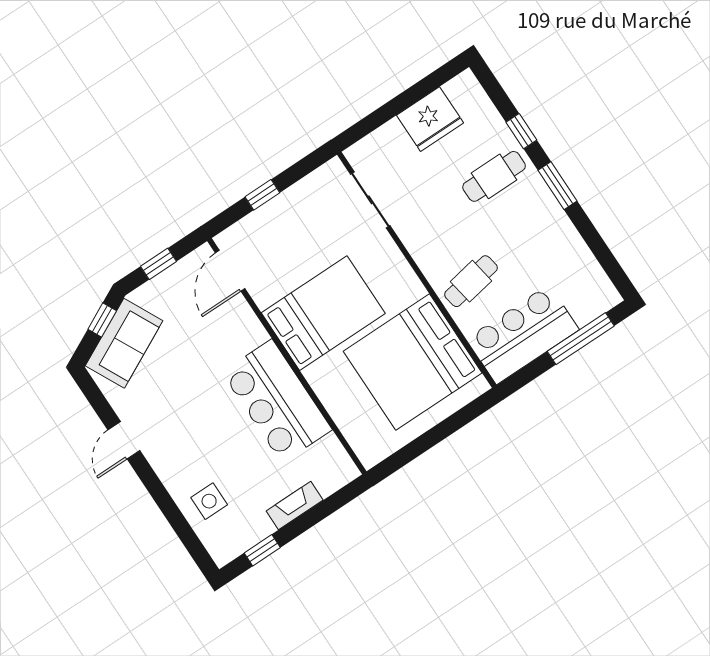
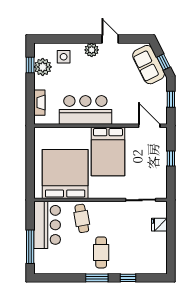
fridge: (430, 119) -> (159, 225), moved, width x0.53, depth x0.75
cafe table: (494, 176) -> (101, 252), moved
plant: (164, 460) -> (92, 50), added
fireplace: (295, 506) -> (39, 103), moved
plant: (251, 526) -> (43, 67), added

